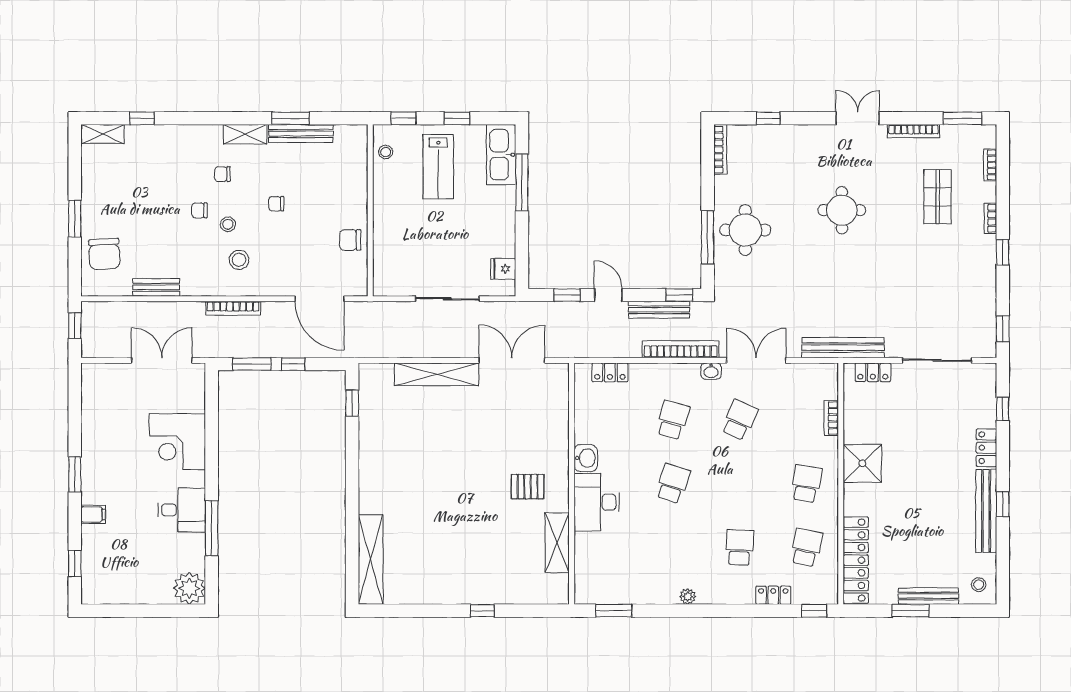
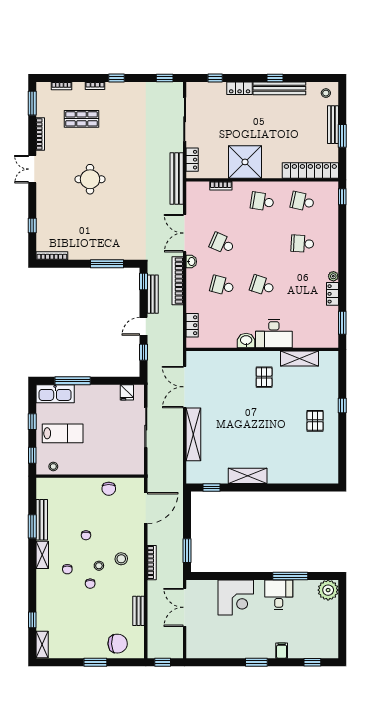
round table: (745, 230) -> (103, 240), removed
window: (293, 364) -> (187, 525), removed
shower: (862, 463) -> (245, 162), width x1.37, depth x1.37
shelving: (371, 560) -> (248, 476), moved, width x0.68
pallet: (458, 568) -> (315, 421), added
locker: (773, 595) -> (332, 294), moved

